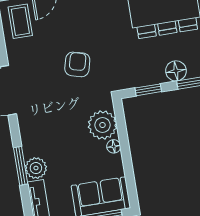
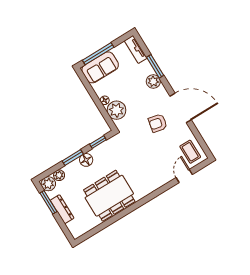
armchair: (77, 64) -> (158, 123), moved, turned 87
plant: (36, 168) -> (153, 81), moved

